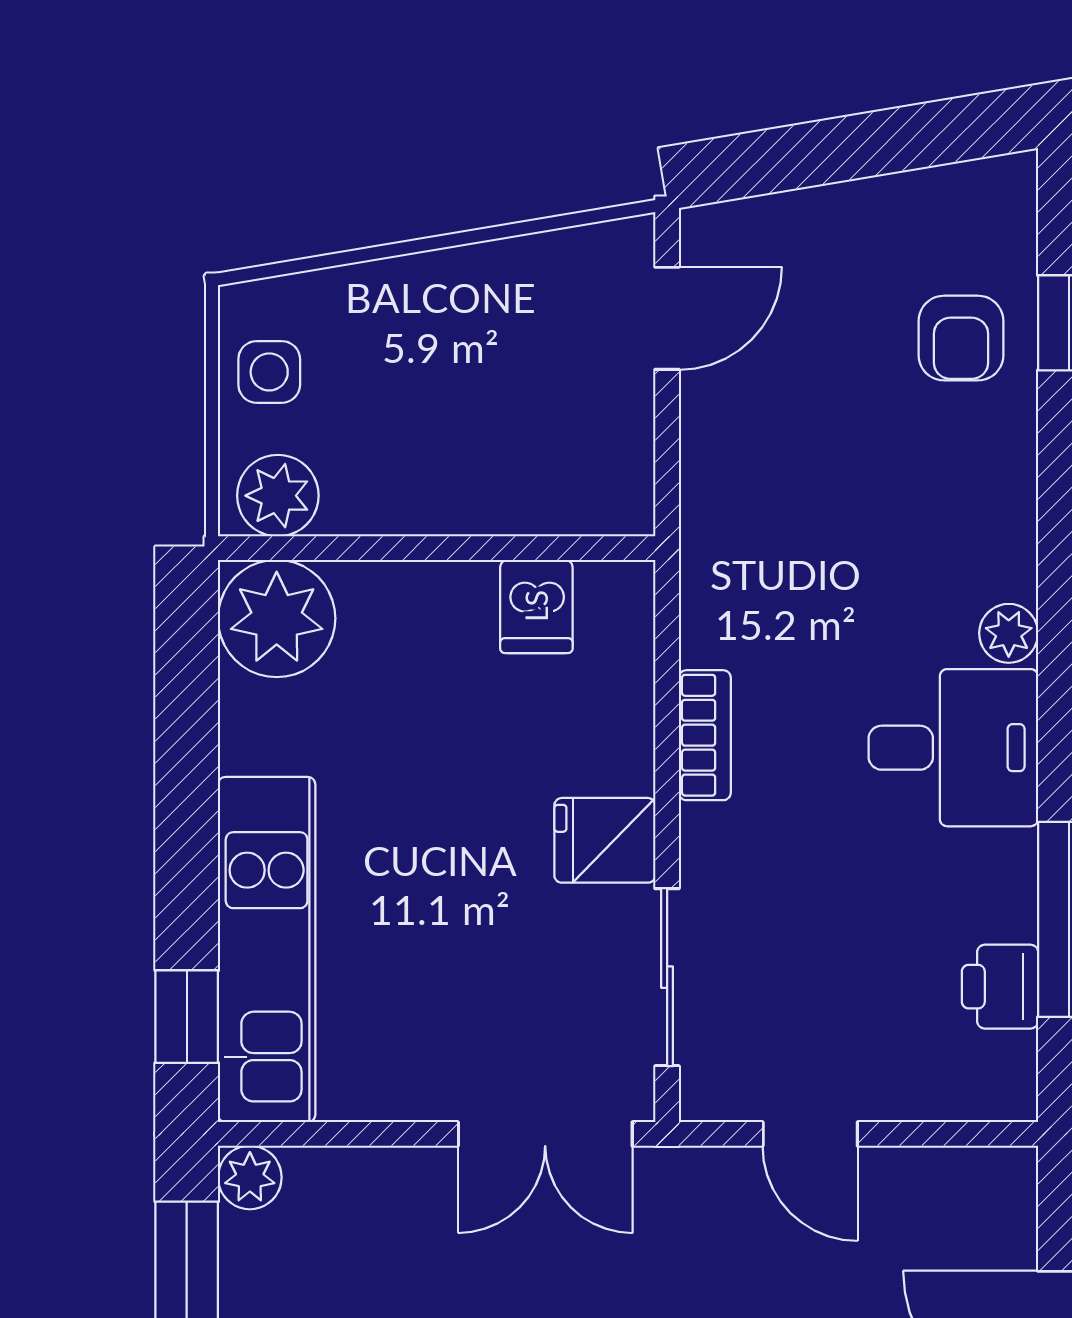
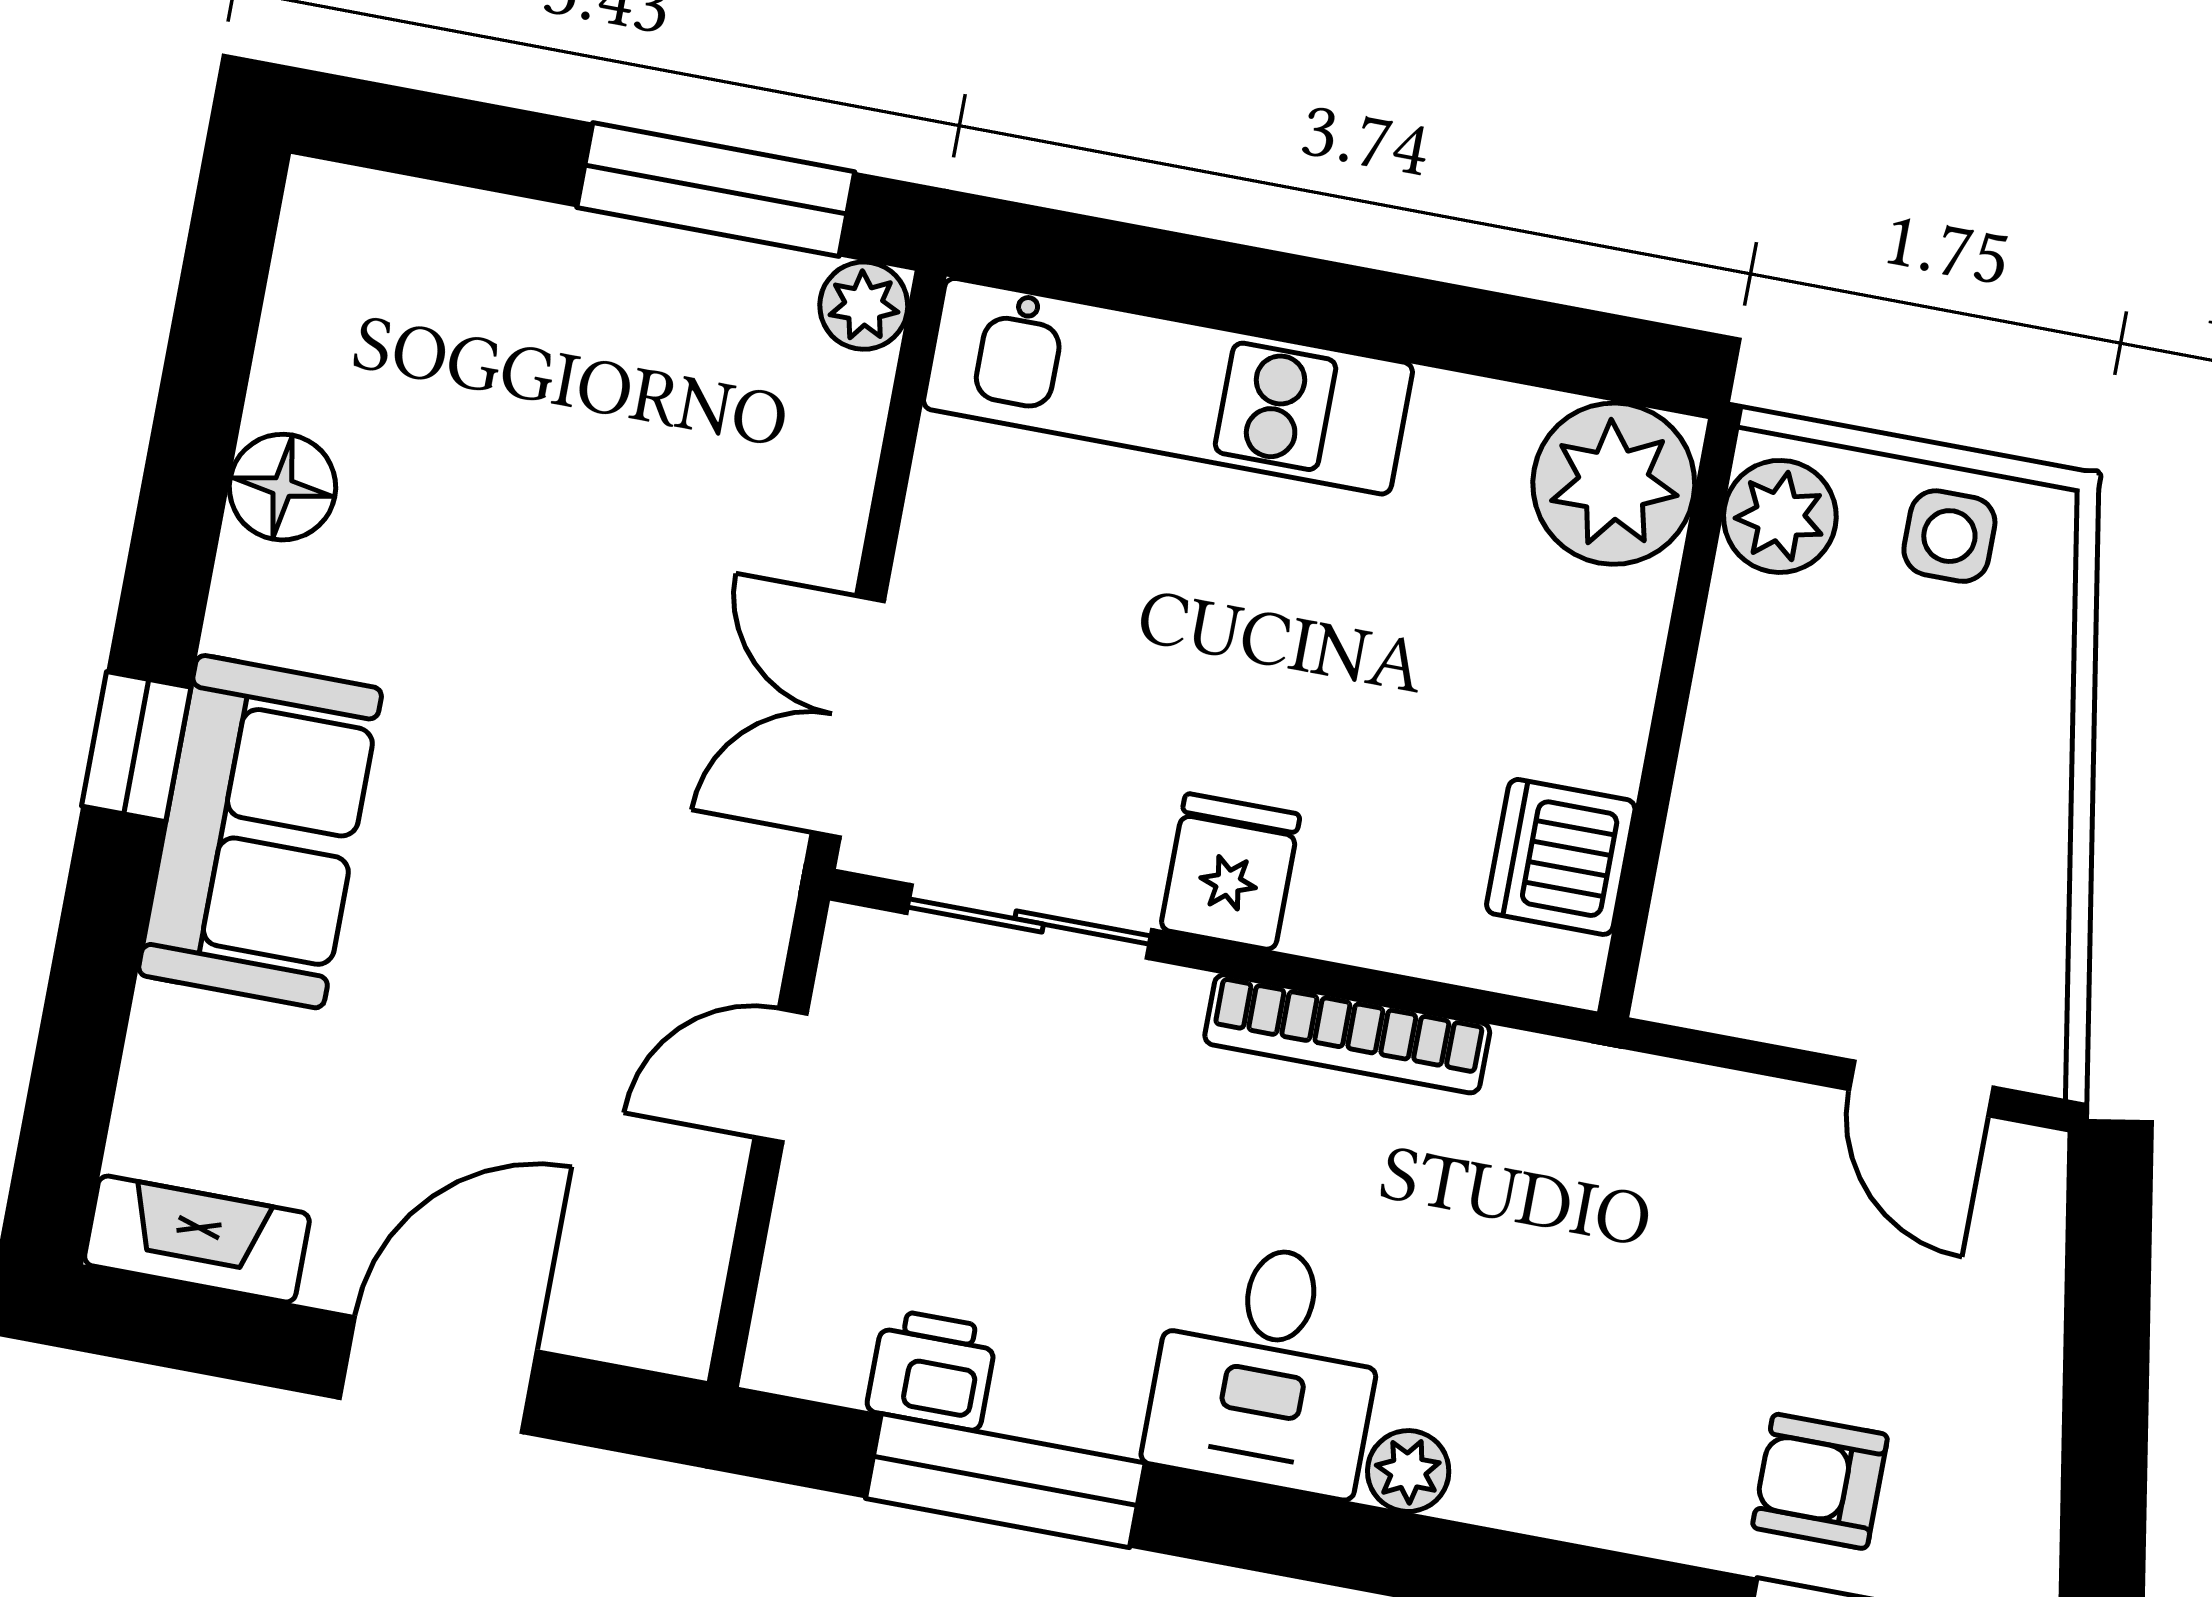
dishwasher: (536, 606) -> (1561, 857), width x1.38
bookcase: (705, 735) -> (1347, 1034), width x1.56
window: (187, 1017) -> (1097, 261), removed

